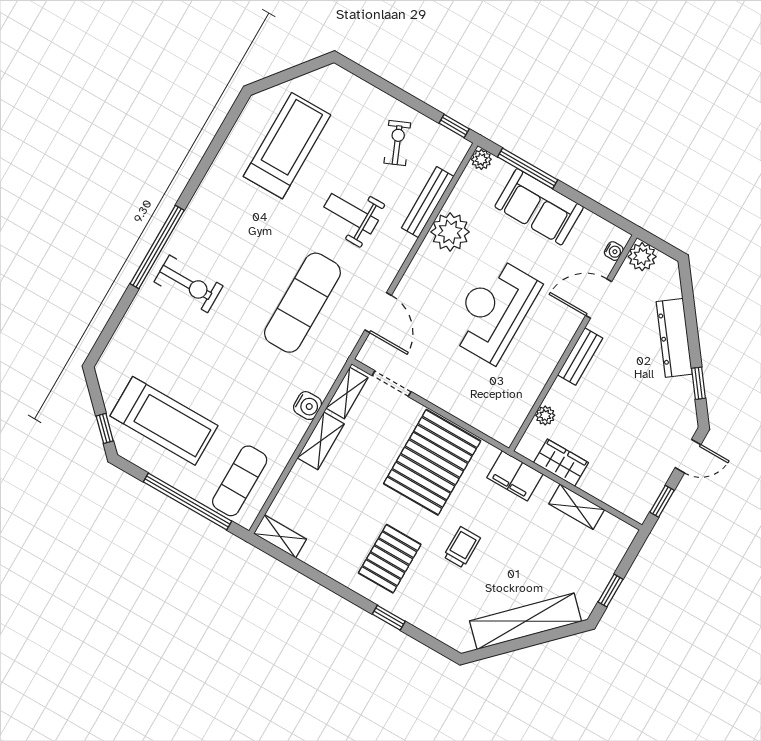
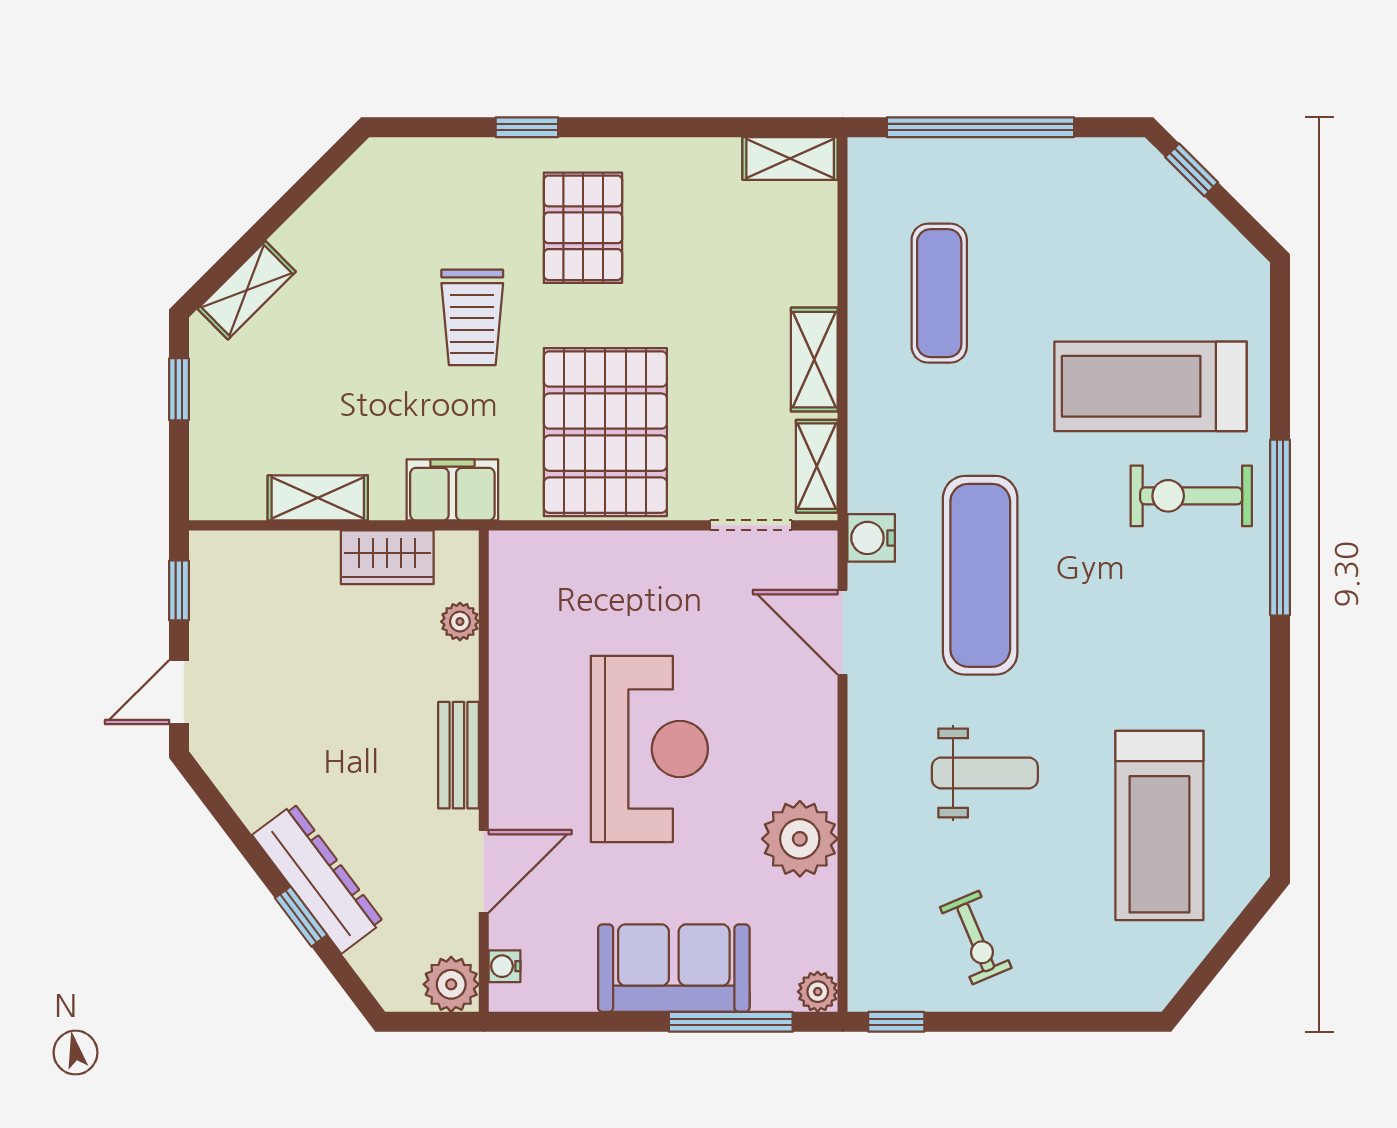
bench: (428, 202) -> (867, 867), removed
window: (698, 383) -> (301, 917), moved
water cooler: (308, 406) -> (871, 538), moved
treadmill: (164, 421) -> (1150, 386), moved
exercise mat: (240, 481) -> (939, 293), moved
trolley: (462, 547) -> (472, 317), width x1.36, depth x1.39
shelving: (526, 621) -> (247, 290), width x0.45, depth x0.75

